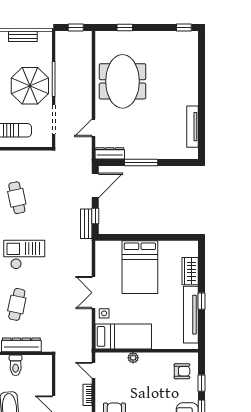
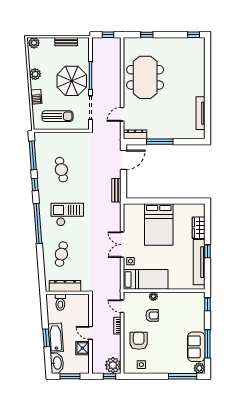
window: (95, 216) -> (123, 184), removed
armchair: (182, 371) -> (152, 315), moved
window: (201, 383) -> (208, 304), moved

